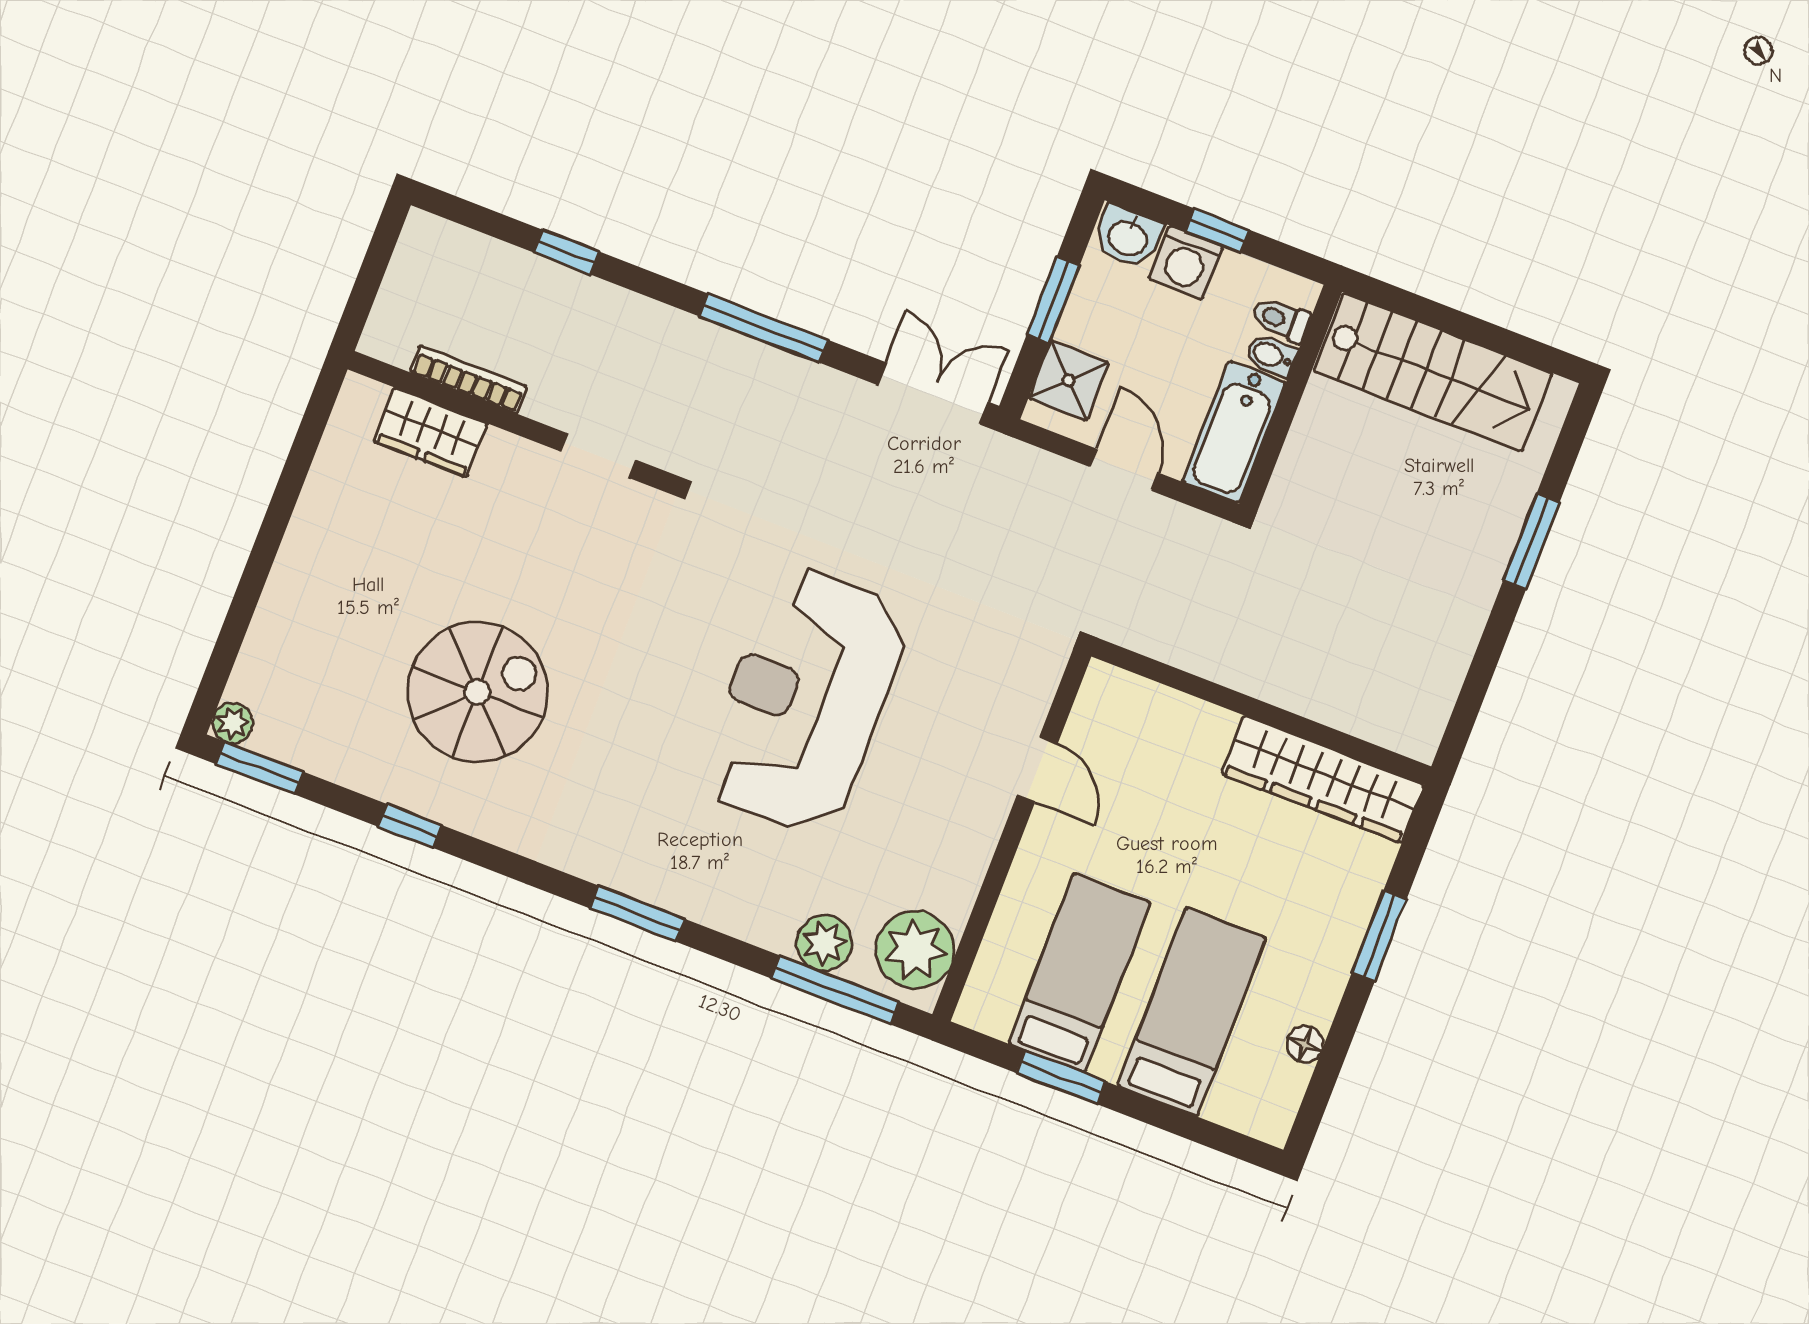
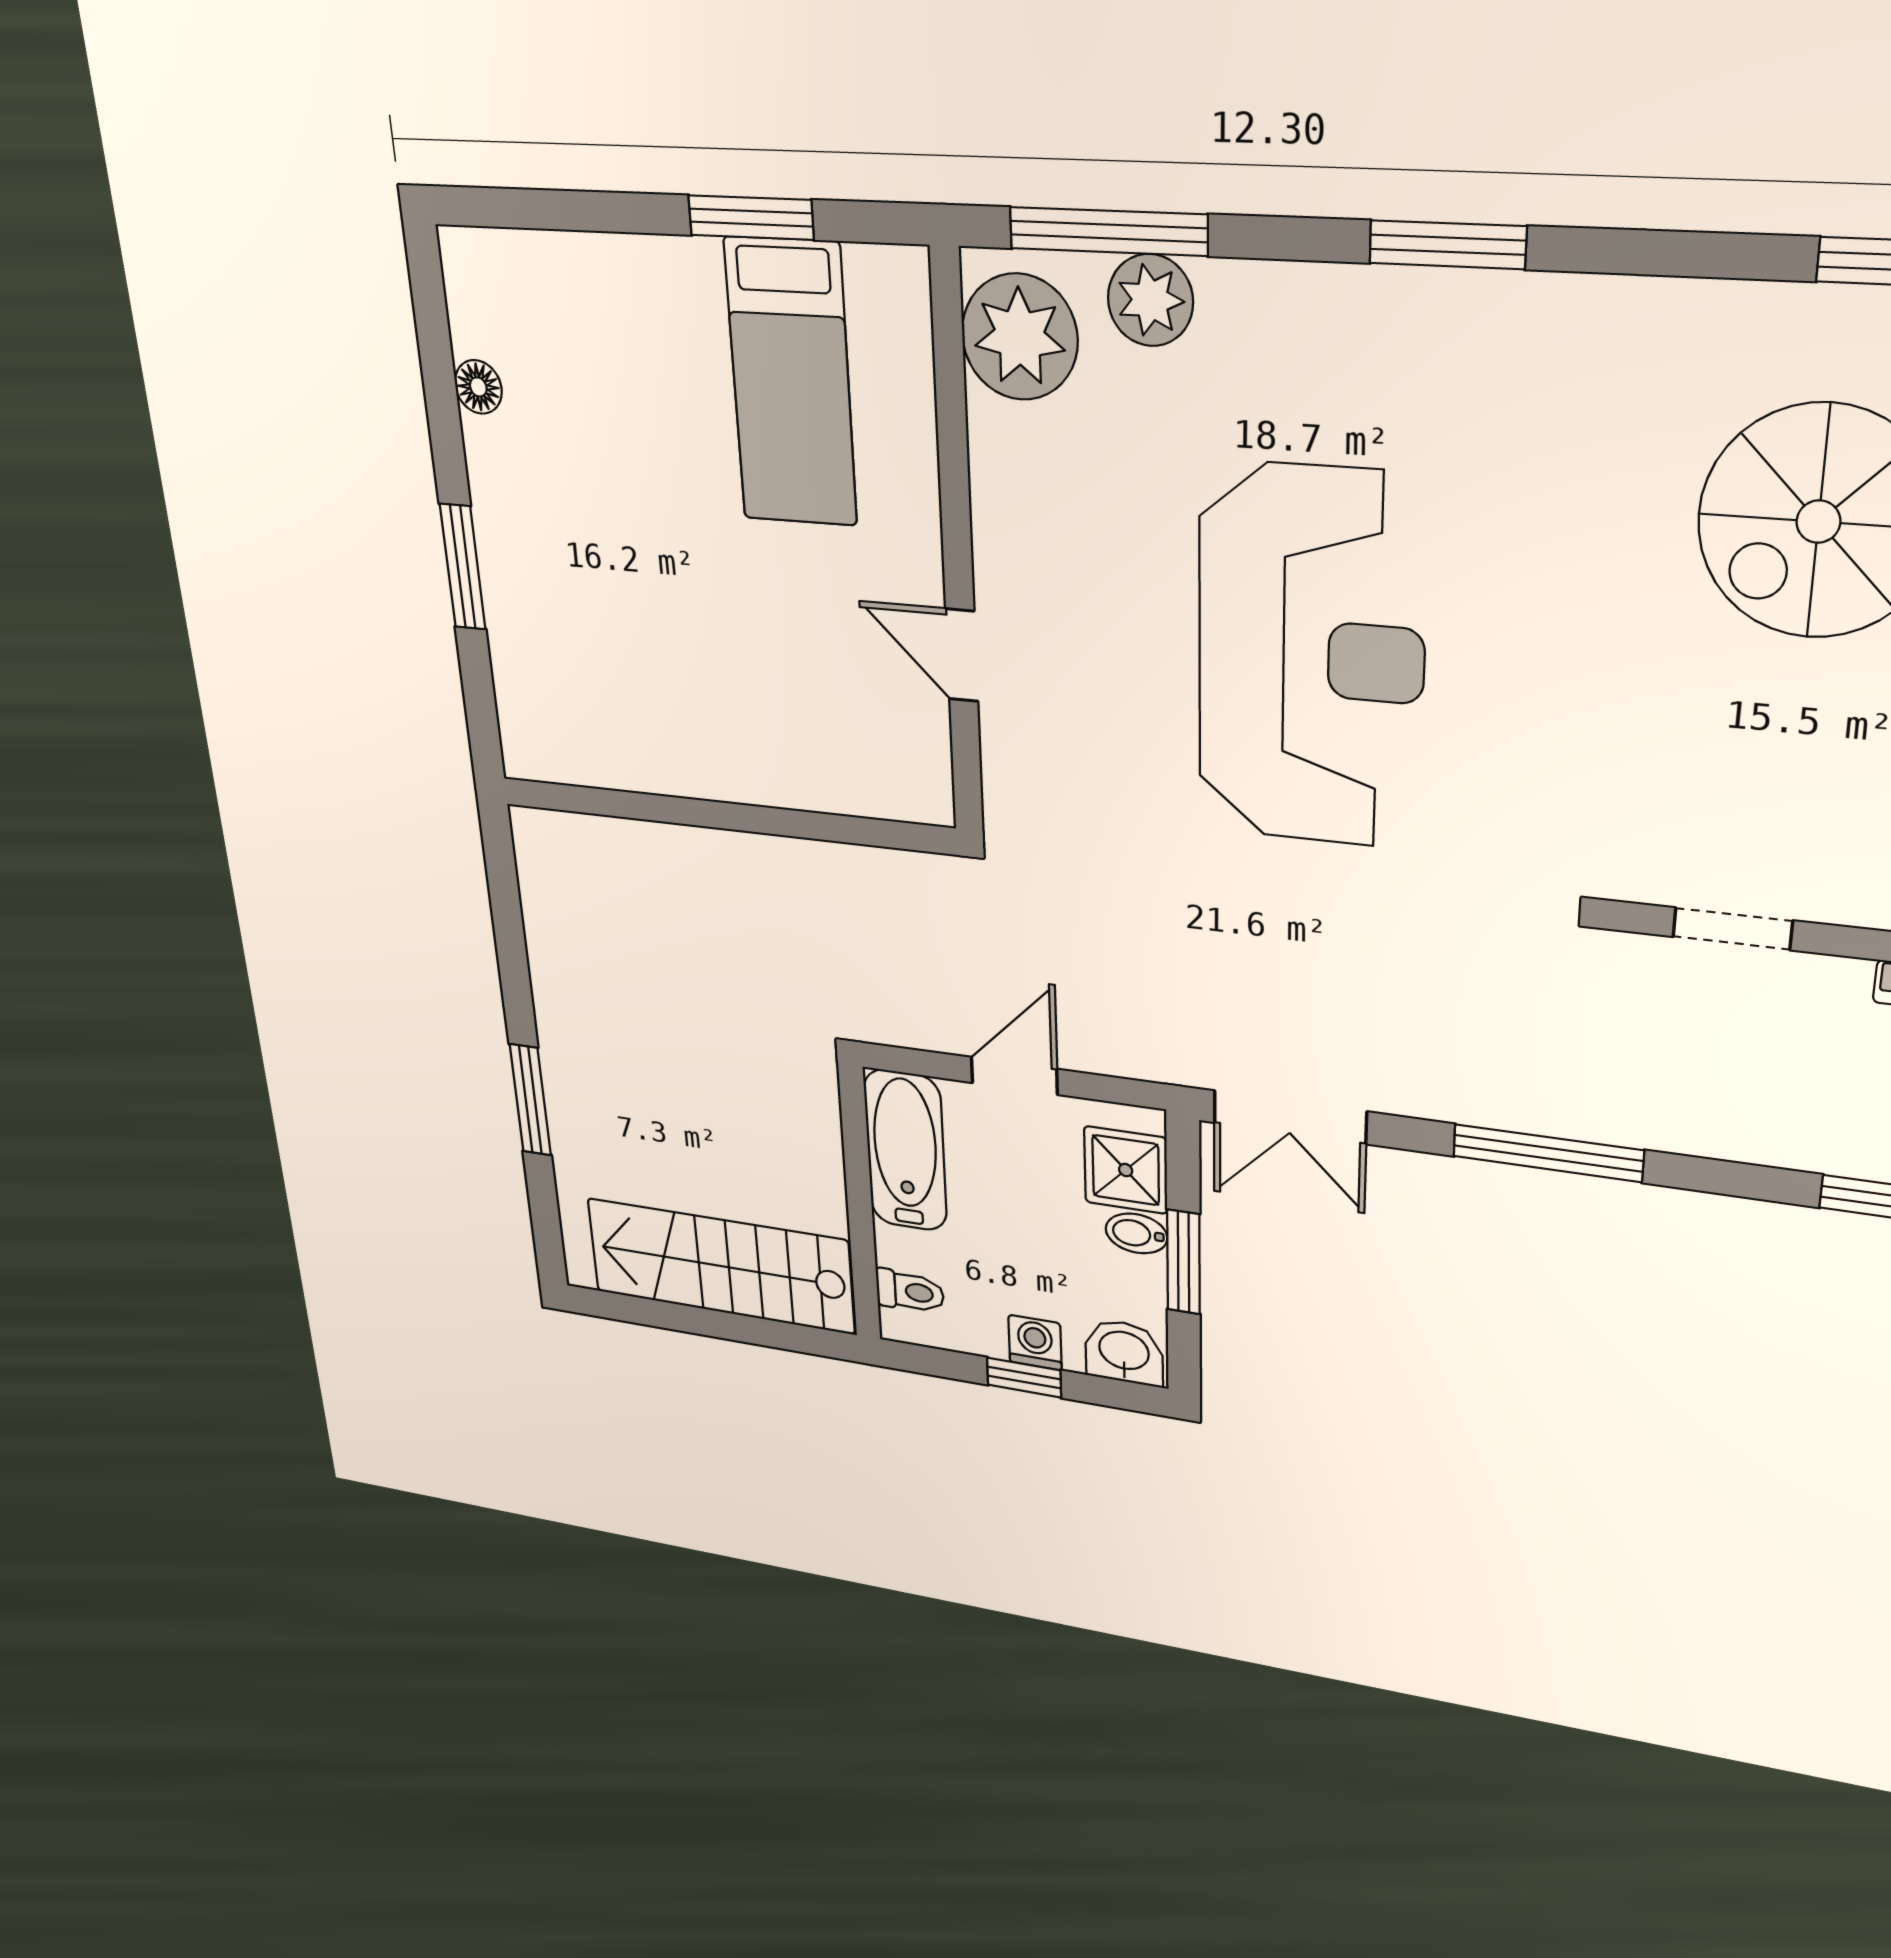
washing machine: (1186, 263) -> (1035, 1343), width x0.73, depth x0.73
bidet: (1271, 355) -> (1136, 1233), moved, turned 180
door: (1124, 470) -> (1014, 1076), swing flipped
wardrobe: (1323, 779) -> (617, 750), removed
bed: (1192, 1012) -> (630, 380), removed

